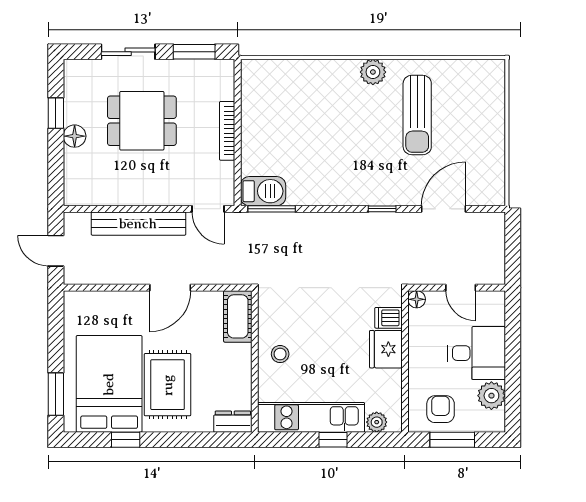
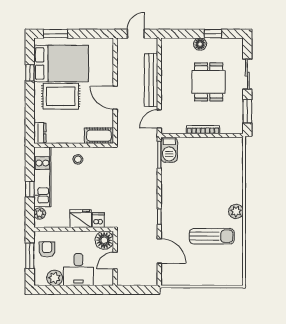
sun lounger: (417, 115) -> (212, 236), turned 180
floor lamp: (417, 299) -> (104, 240), width x1.89, depth x1.89
armchair: (441, 409) -> (47, 249), turned -90

